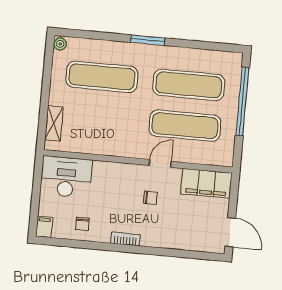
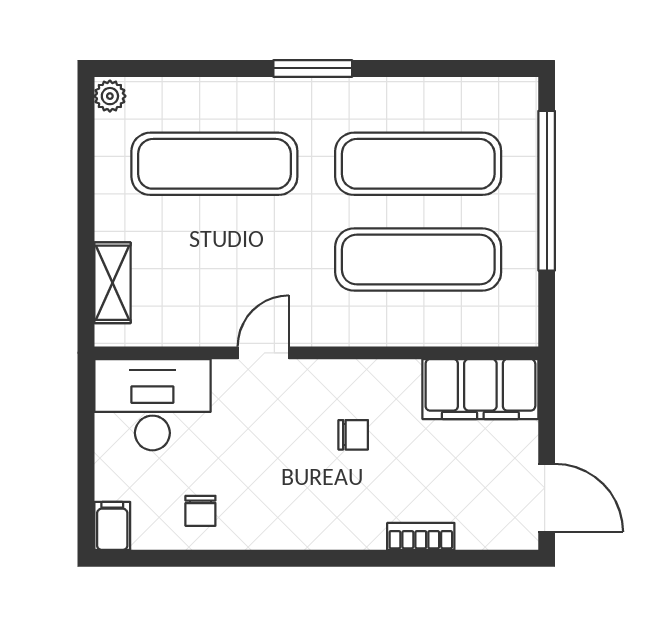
door: (160, 163) -> (263, 353), moved
bookcase: (125, 239) -> (421, 536), moved

